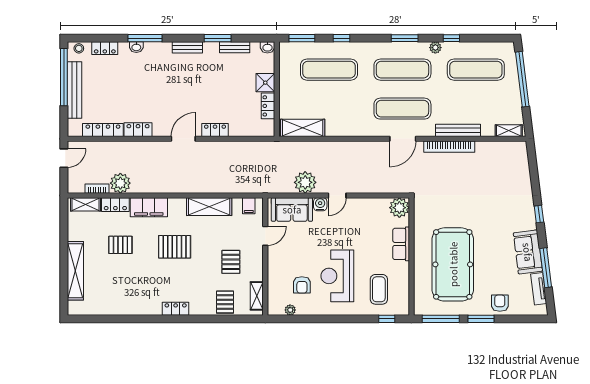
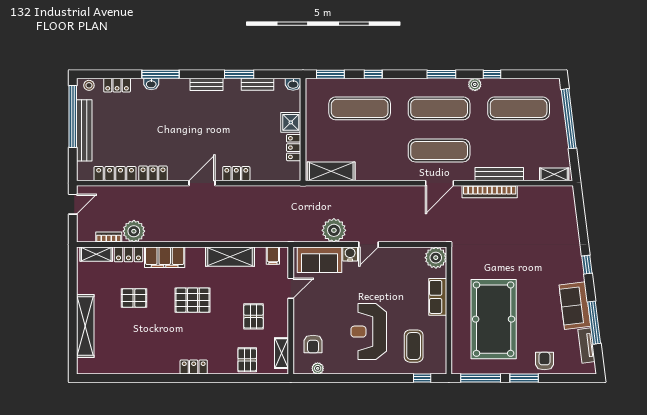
armchair: (302, 285) -> (313, 344), moved

